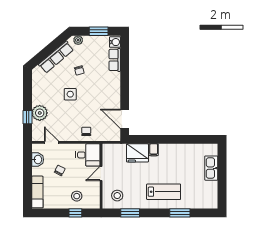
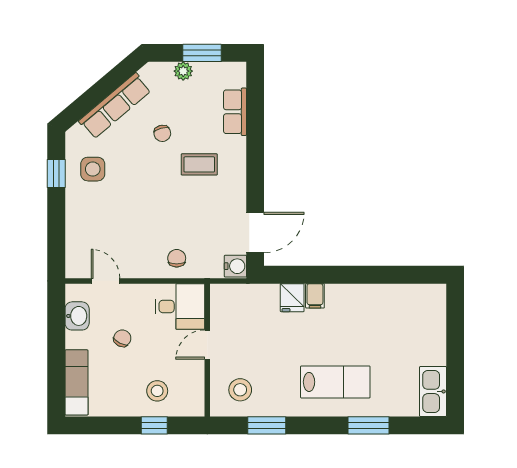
plant: (78, 40) -> (183, 71), moved
water cooler: (115, 42) -> (235, 266), moved
coffee table: (97, 86) -> (199, 164), added
side table: (70, 94) -> (93, 169), moved
plant: (40, 113) -> (81, 220), removed
window: (27, 117) -> (56, 174), moved
door: (125, 119) -> (255, 233), swing flipped
fridge: (137, 153) -> (292, 298), width x0.53, depth x0.75
kitchen sink: (211, 168) -> (433, 391), moved

